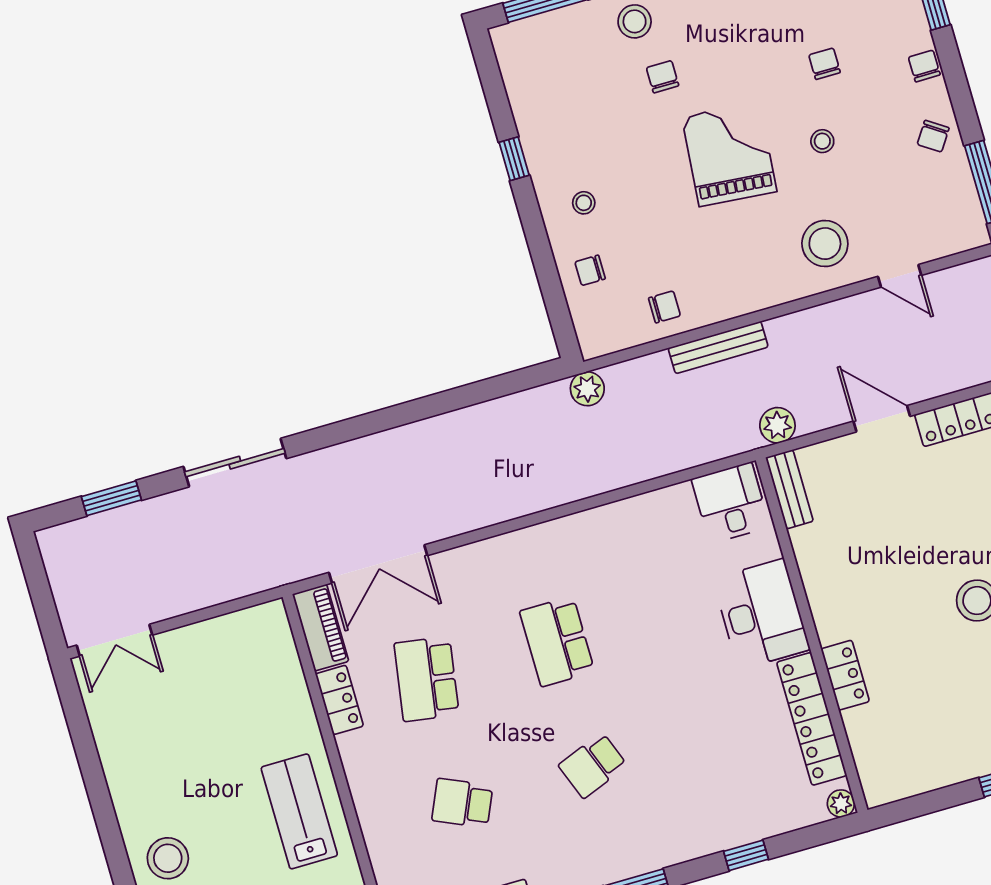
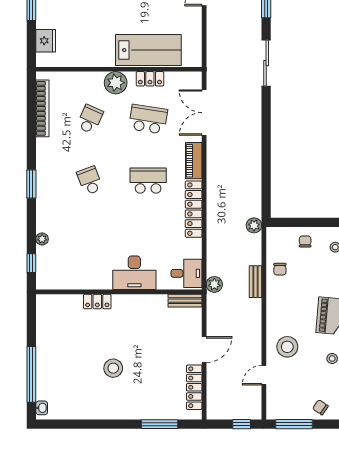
bench: (718, 348) -> (256, 282), width x0.73
plant: (777, 425) -> (214, 284), moved
piano: (321, 628) -> (194, 161), moved, turned 90
locker: (812, 719) -> (194, 209), moved, turned -90
plant: (369, 770) -> (116, 83), added
plant: (841, 803) -> (42, 239), moved
lab bench: (299, 811) -> (148, 50), moved, width x1.36, depth x1.39
window: (746, 855) -> (31, 263), moved

